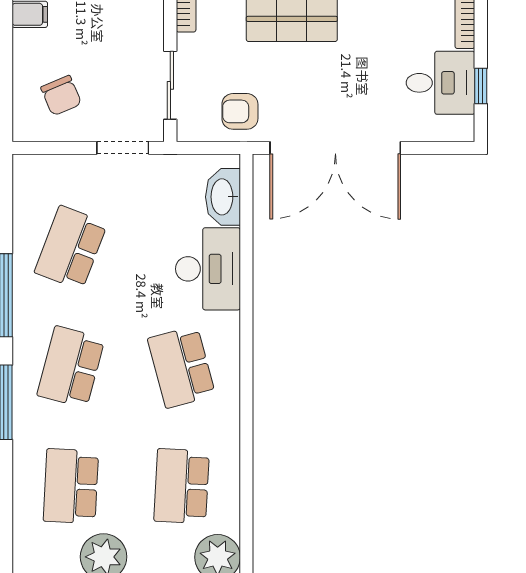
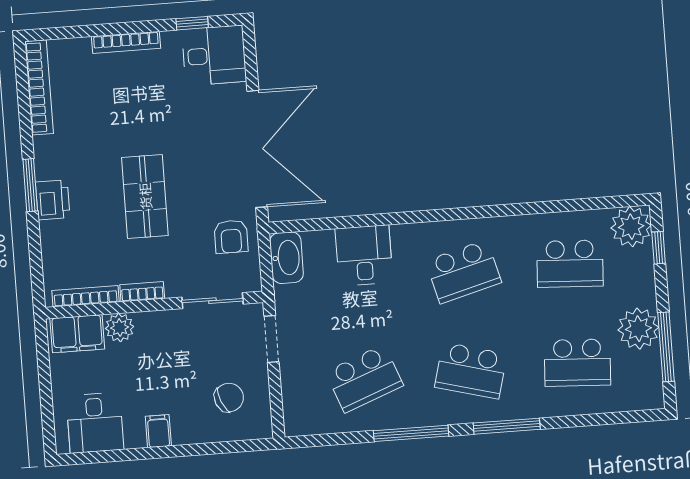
desk: (440, 83) -> (214, 55), moved, turned 90
washbasin: (223, 197) -> (286, 258), moved, turned -90
school desk: (71, 248) -> (364, 379), turned -42
desk: (208, 269) -> (364, 255), width x0.73

